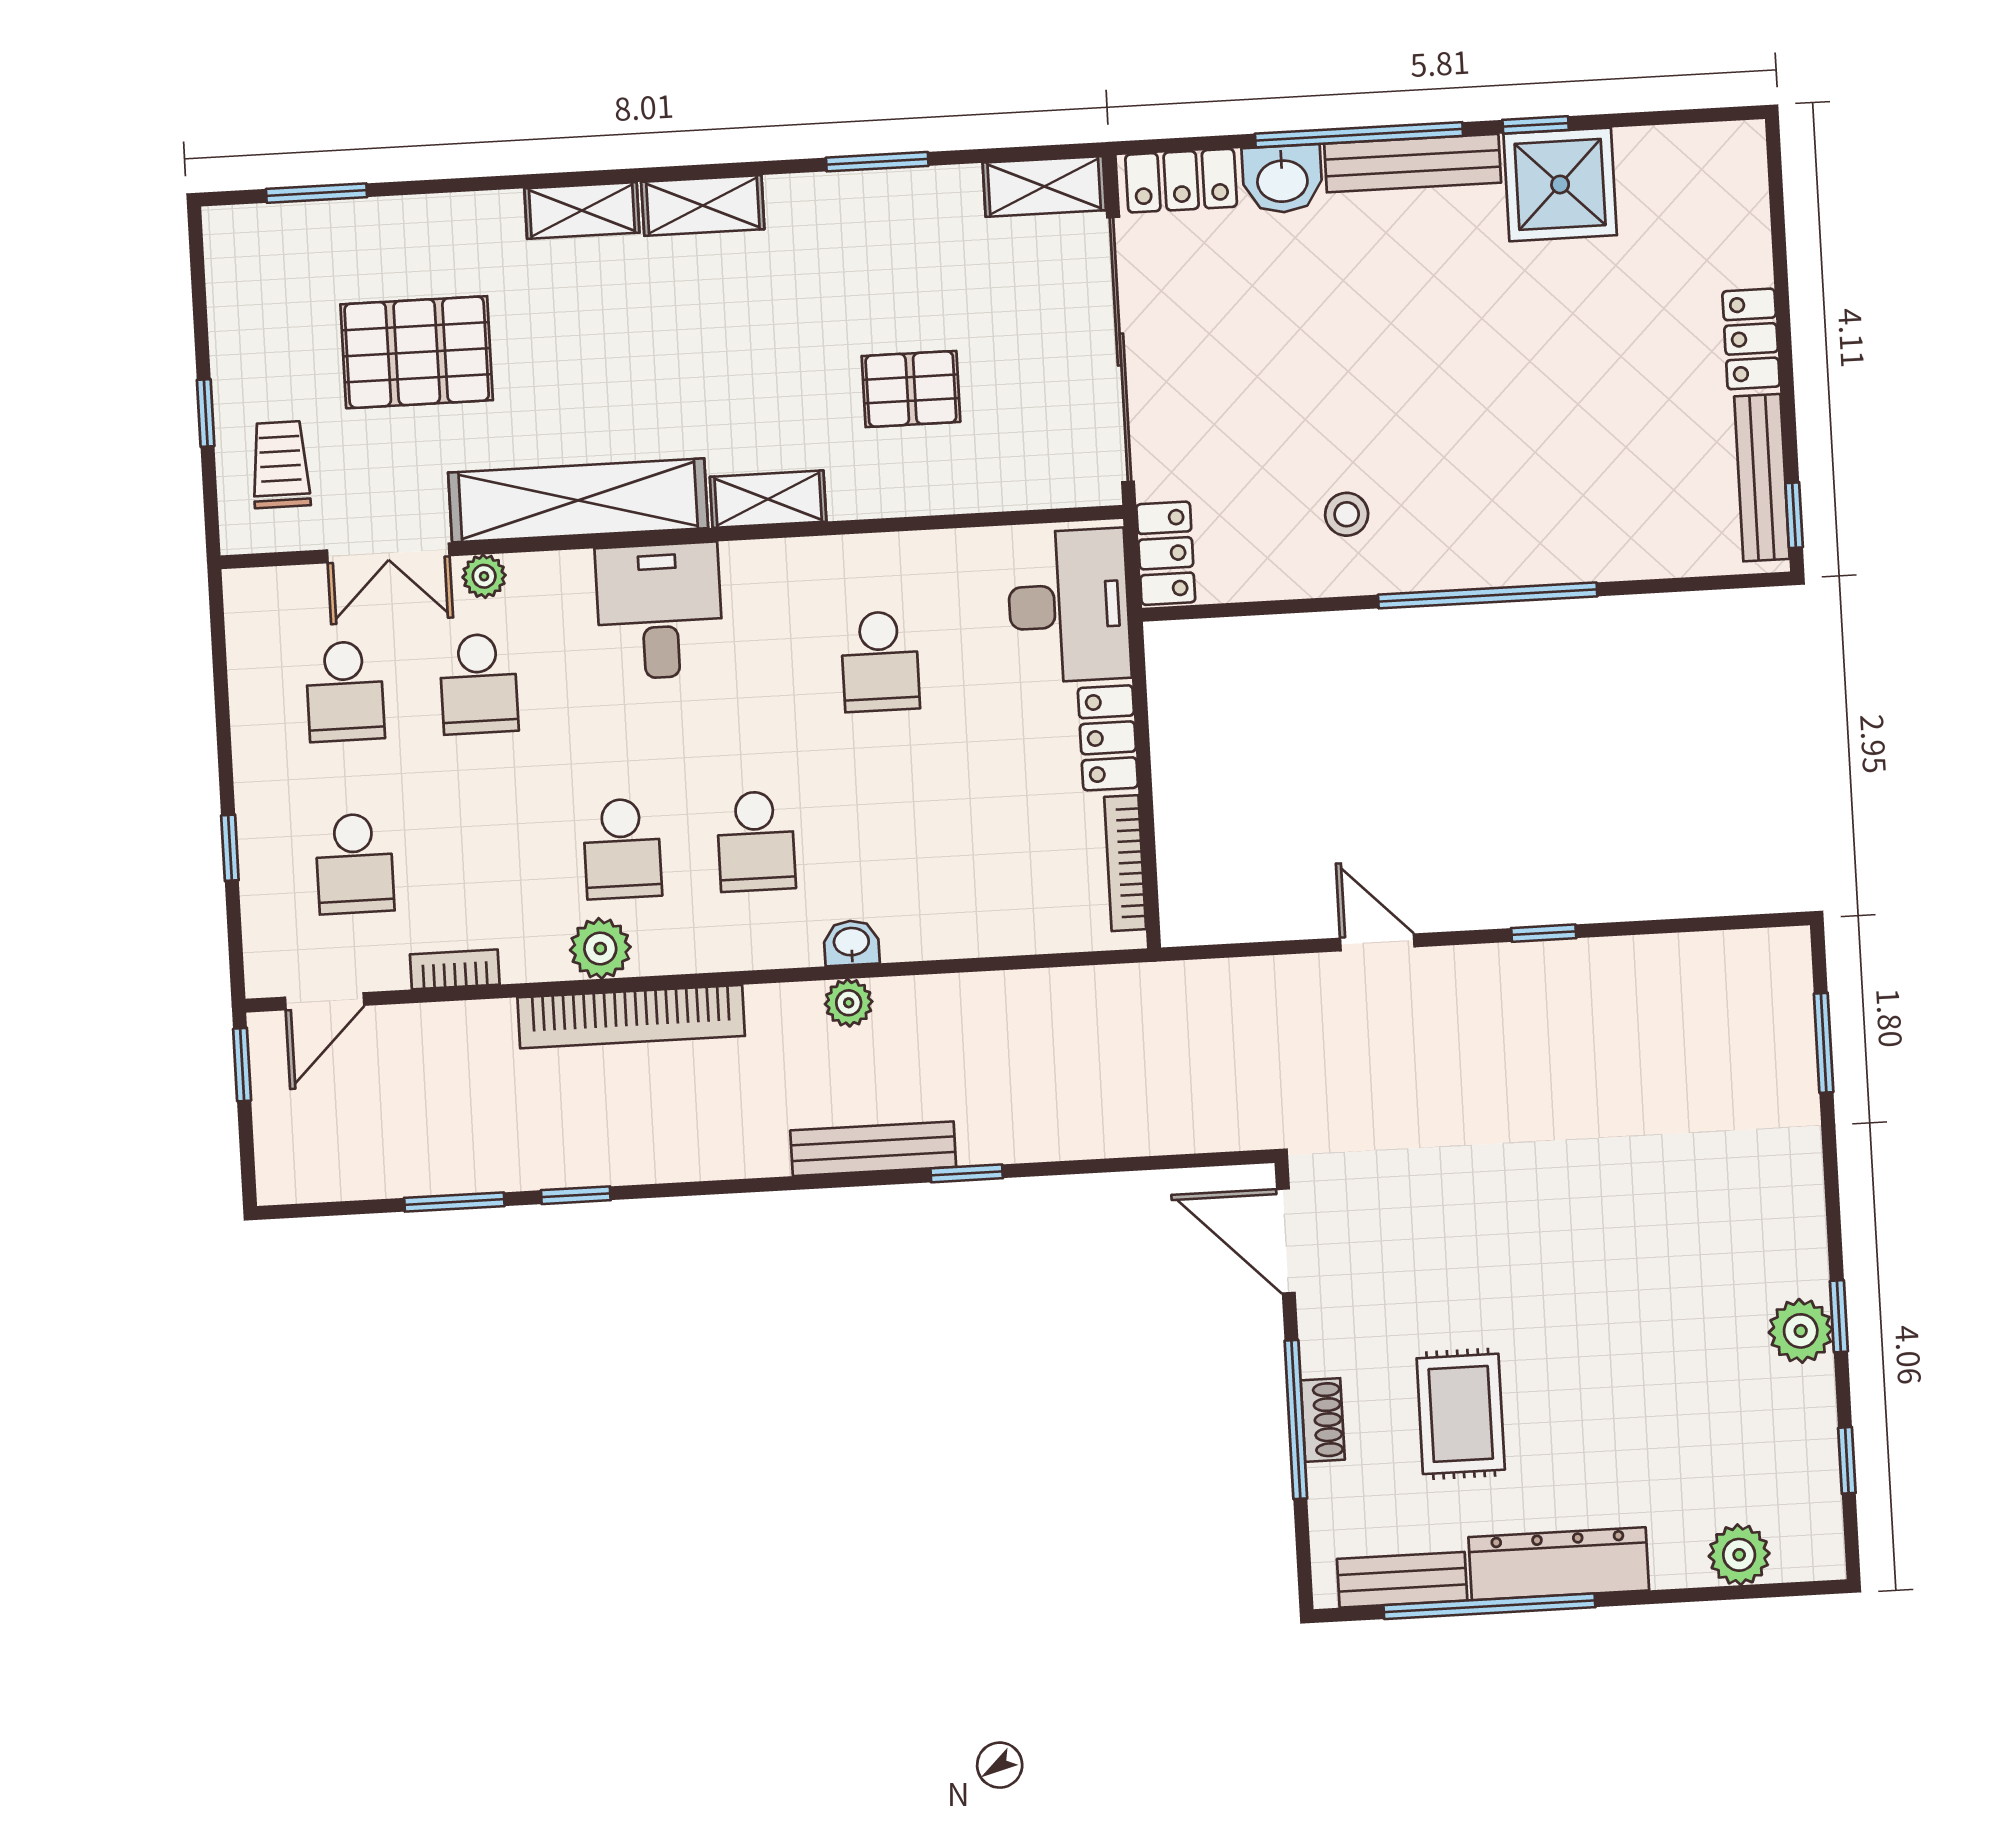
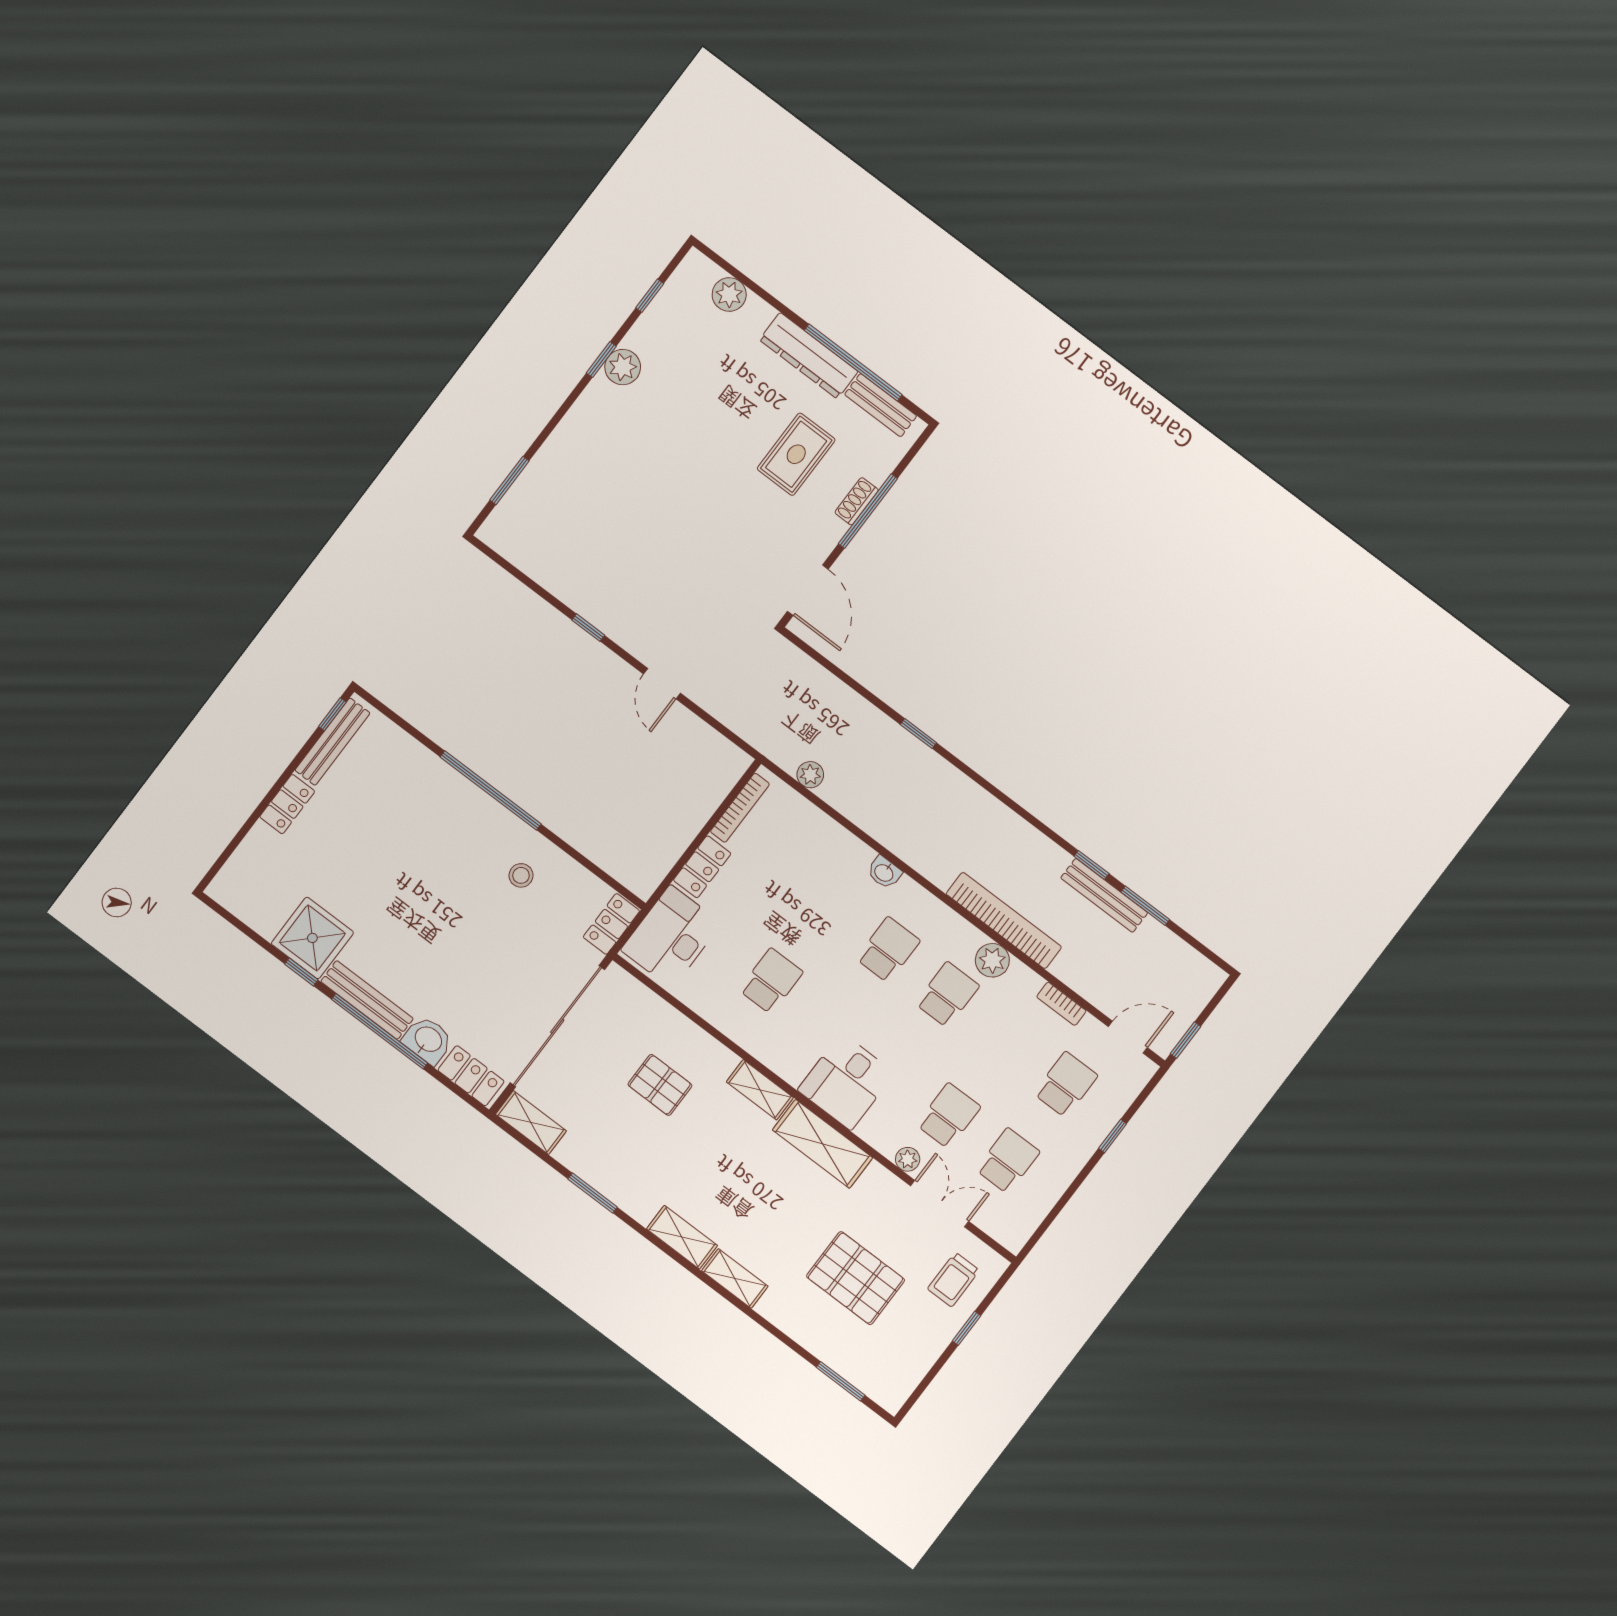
shelving: (578, 500) -> (823, 1144), width x0.68
plant: (849, 1003) -> (810, 775), moved
bench: (873, 1149) -> (1104, 895), moved

